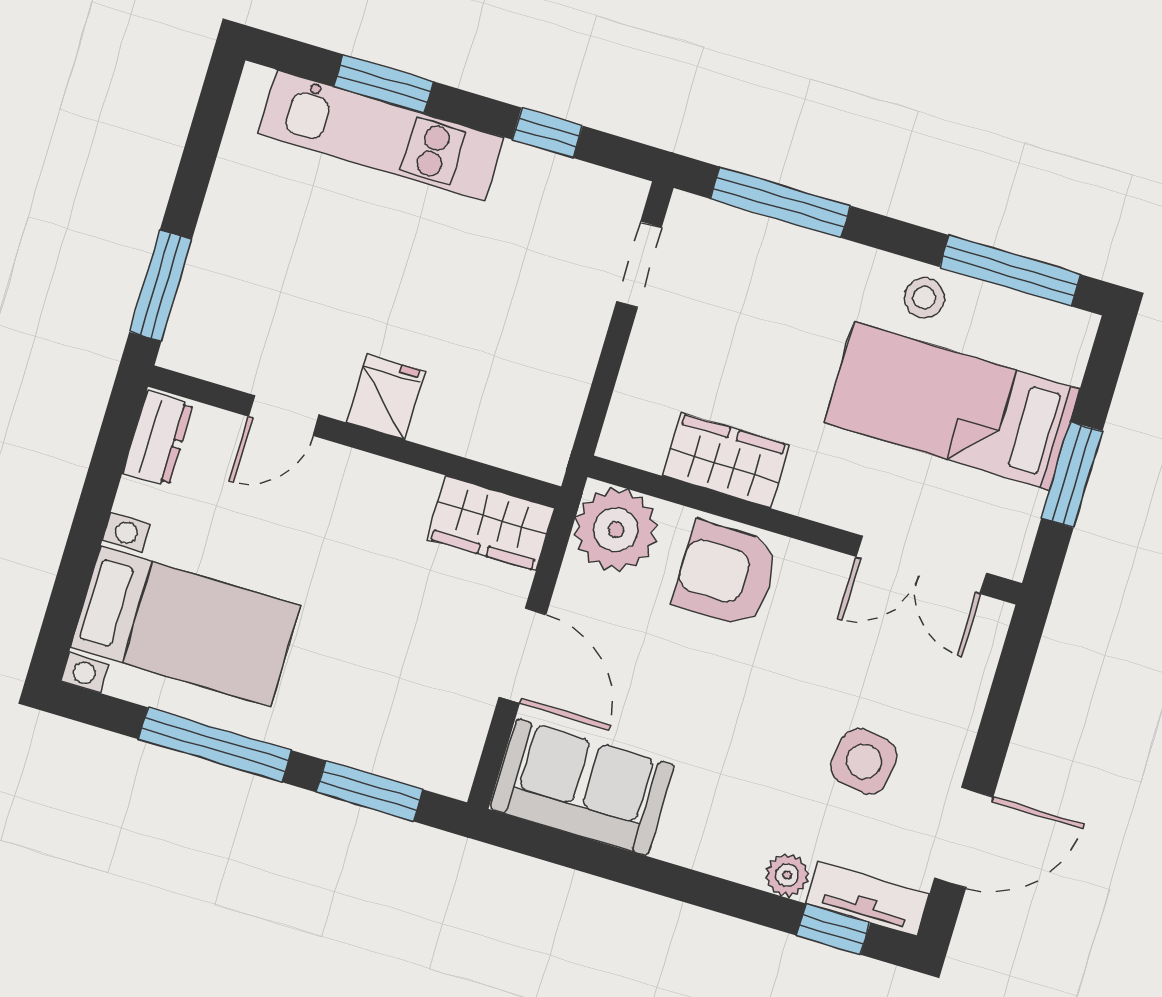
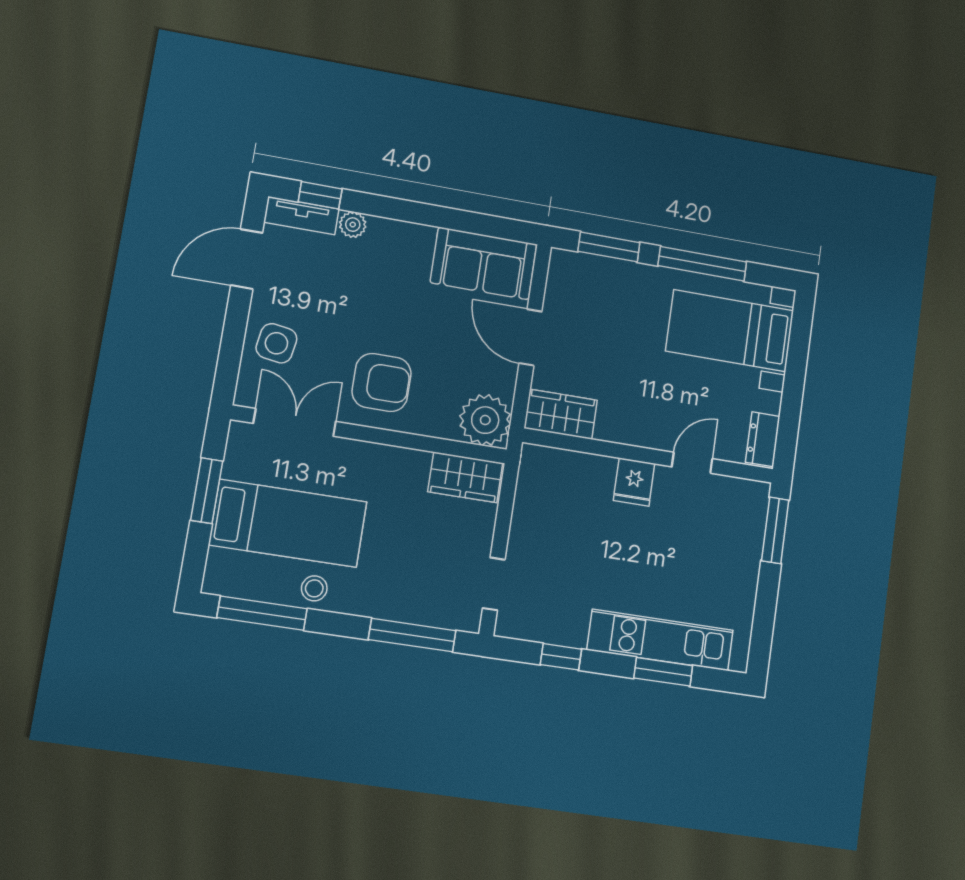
wardrobe: (726, 460) -> (465, 477), moved
armchair: (726, 574) -> (382, 382), moved
side table: (864, 761) -> (276, 343), moved

